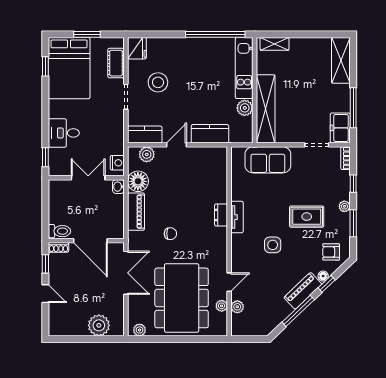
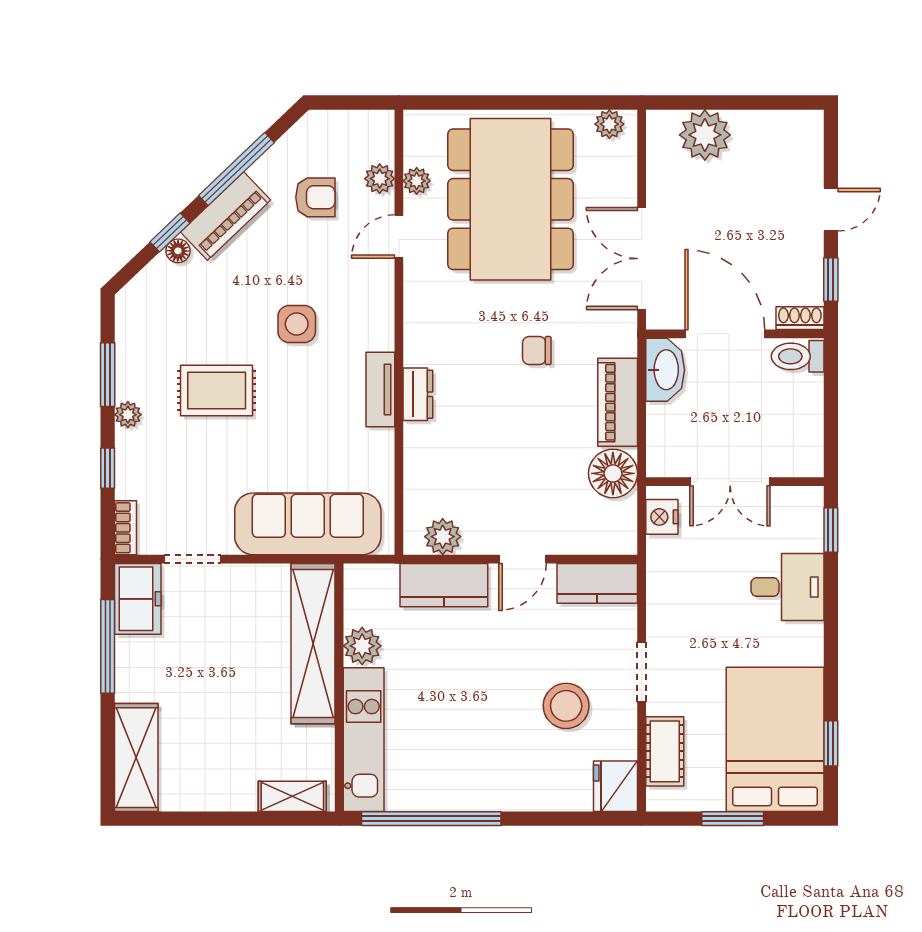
plant: (147, 154) -> (443, 537), moved
sofa: (268, 160) -> (308, 524), width x1.36
washbasin: (118, 187) -> (665, 370), moved, width x1.91, depth x1.45
armchair: (331, 252) -> (315, 197), moved
door: (45, 294) -> (831, 210), swing flipped

